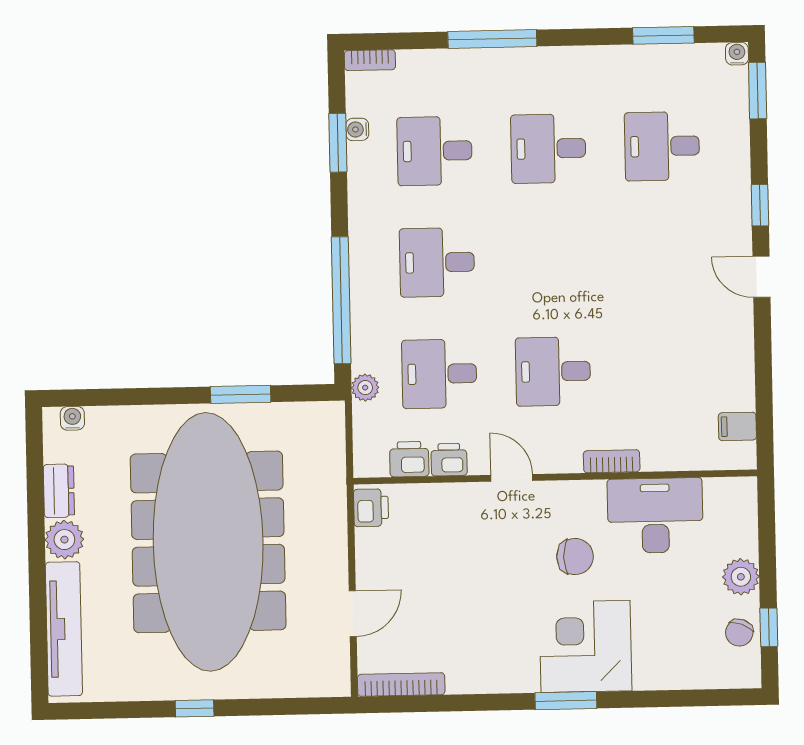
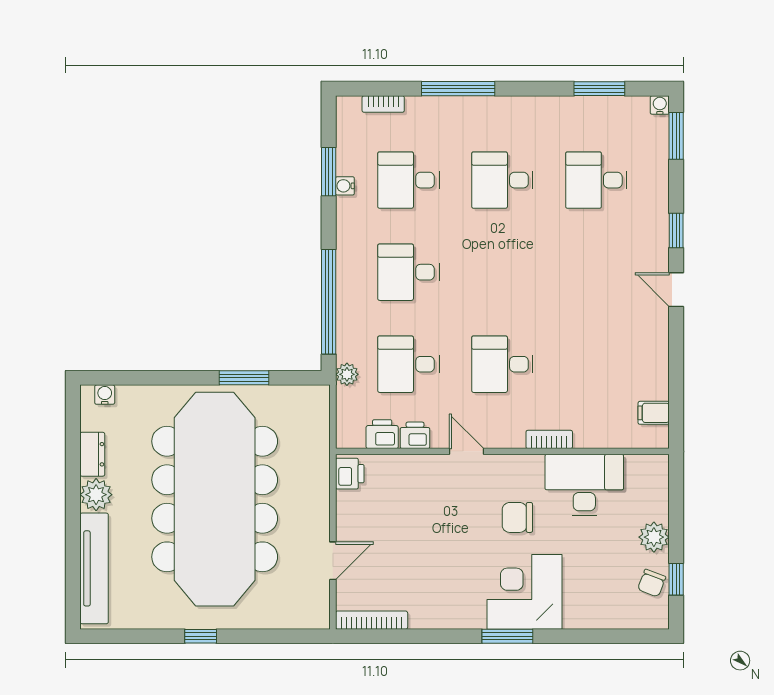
bookcase: (370, 60) -> (383, 104), moved
water cooler: (357, 129) -> (345, 186), moved
chair: (575, 557) -> (517, 517), turned 180

